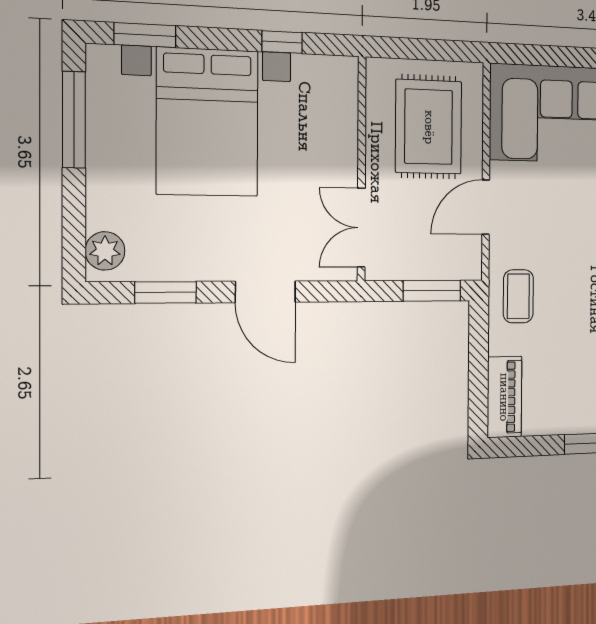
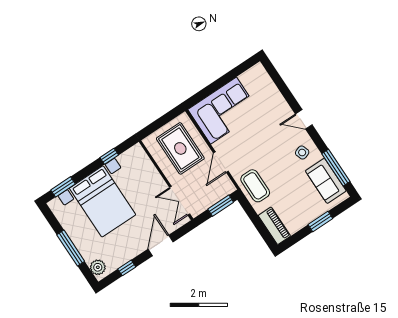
window: (74, 120) -> (71, 248), moved
window: (166, 292) -> (127, 268), width x0.67
door: (265, 292) -> (161, 245), swing flipped
coffee table: (518, 296) -> (255, 186), width x1.36, depth x1.30

